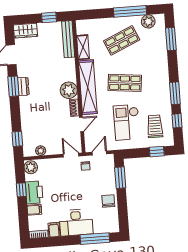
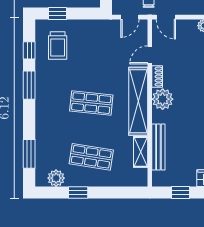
window: (130, 11) -> (78, 193), width x0.46
bench: (68, 39) -> (158, 147), moved
shop shelf: (122, 40) -> (91, 157), turned 33
checkout: (127, 122) -> (93, 53), removed

